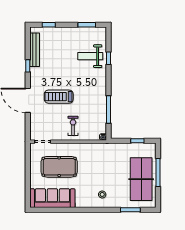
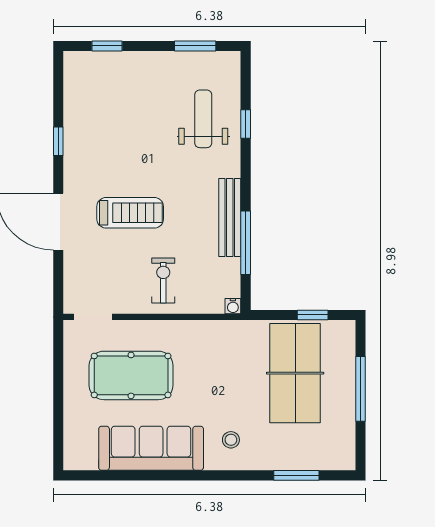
bench: (35, 50) -> (230, 218), moved
weight bench: (90, 56) -> (203, 119), turned 90
treadmill: (59, 97) -> (130, 213), turned 180
table tennis table: (141, 179) -> (295, 373), moved
sofa: (52, 198) -> (151, 448), moved

